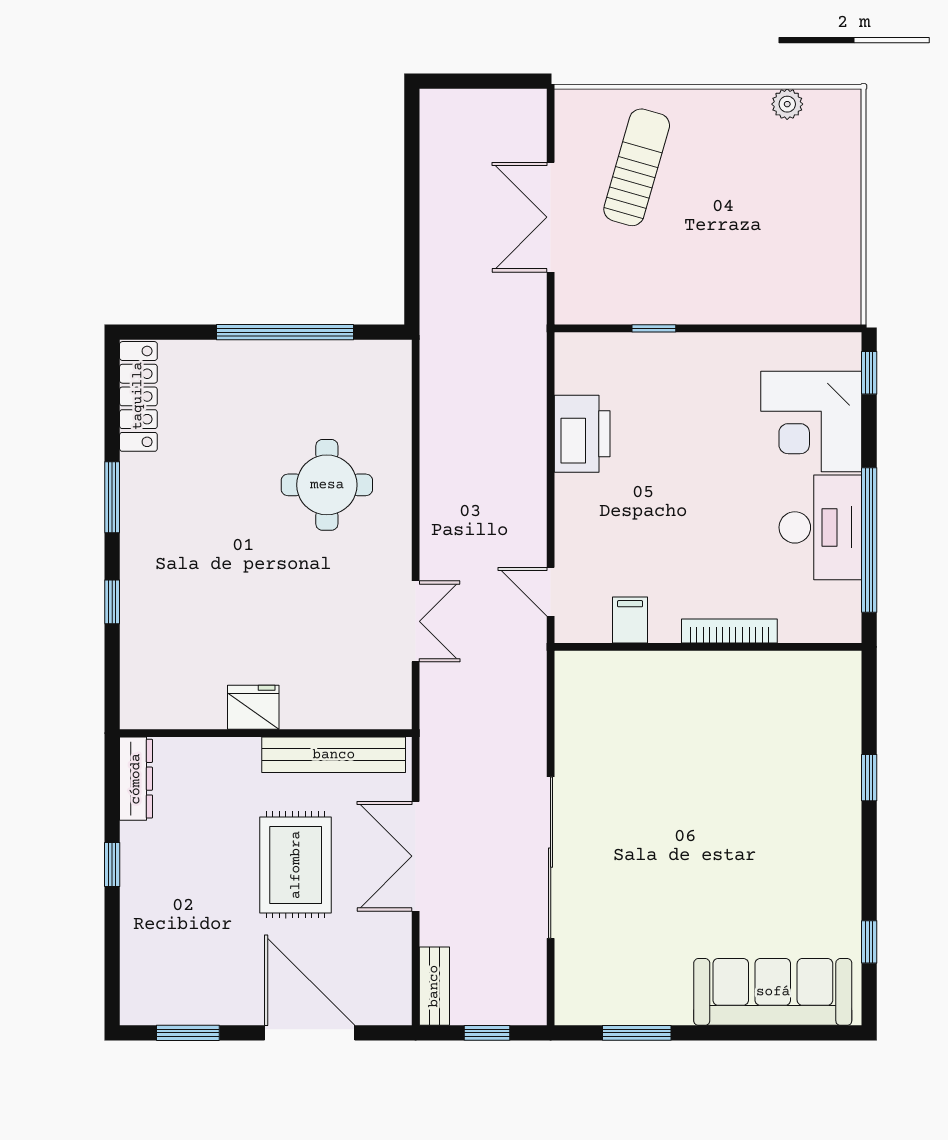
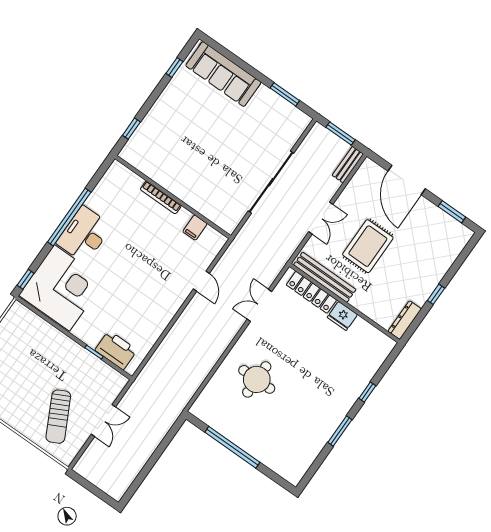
sun lounger: (637, 167) -> (58, 417), turned -43
double door: (551, 217) -> (103, 421), width x0.73
locker: (138, 396) -> (311, 292), moved, turned -90
corner desk: (811, 422) -> (62, 288), width x1.36, depth x1.36
printer: (582, 434) -> (116, 350), moved, turned 90
filing cabinet: (630, 620) -> (195, 228), moved
bookcase: (729, 631) -> (161, 197), moved
wall: (708, 647) -> (173, 197), moved
double door: (416, 856) -> (321, 218), width x0.73
window: (487, 1033) -> (341, 134), width x1.50

